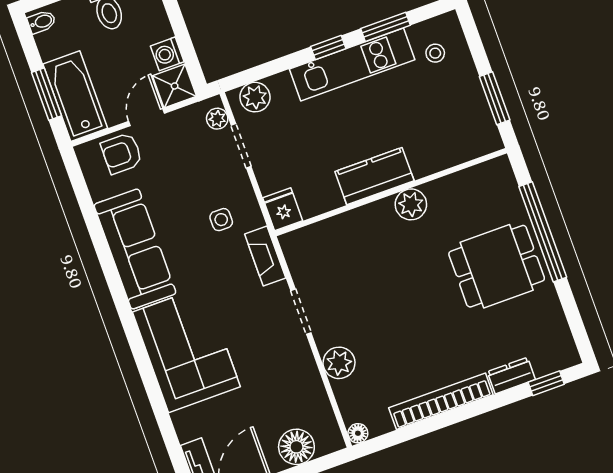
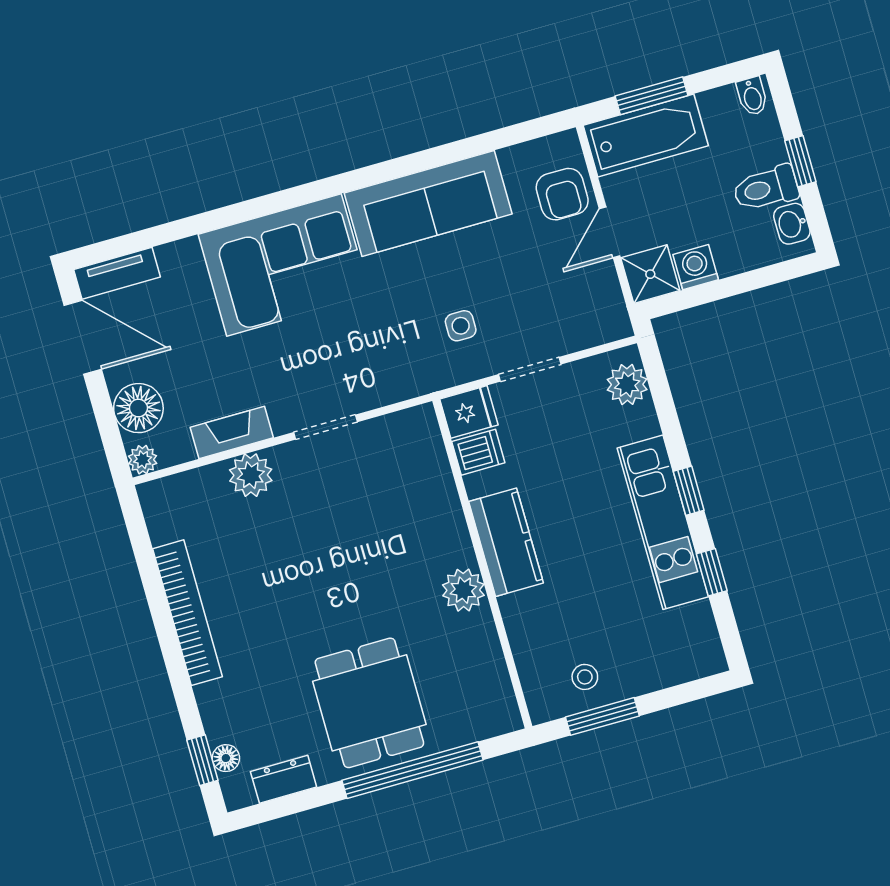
window: (386, 27) -> (712, 572), width x0.67
stool: (435, 53) -> (585, 677), moved
door: (147, 117) -> (610, 232), swing flipped
plant: (217, 119) -> (143, 460), moved
doorway: (241, 146) -> (530, 369), moved
armchair: (122, 153) -> (562, 194), turned 180
dishwasher: (311, 201) -> (478, 452), added
fireplace: (265, 256) -> (232, 432), moved
dresser: (511, 376) -> (284, 779), moved, turned -90
floor lamp: (358, 433) -> (226, 758), moved

